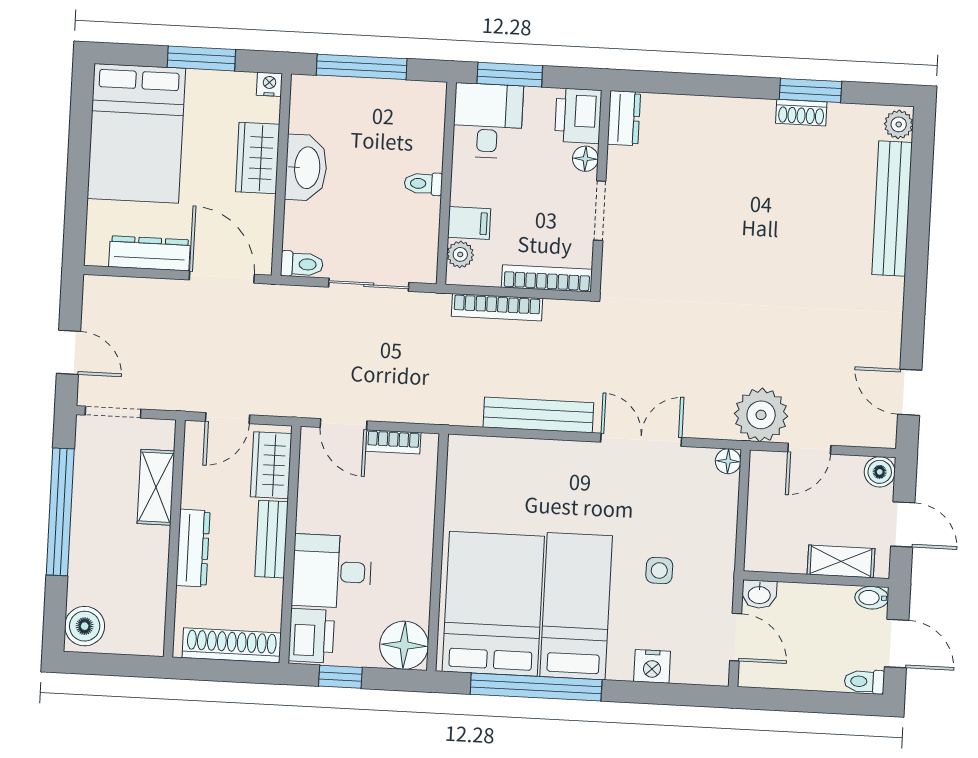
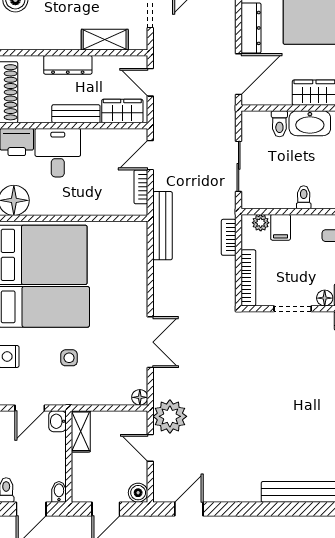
toilet: (302, 264) -> (279, 124), moved
bookcase: (497, 307) -> (229, 237), width x0.64
bench: (538, 415) -> (163, 226), moved
shelving: (841, 561) -> (81, 431), moved

